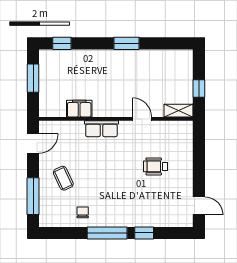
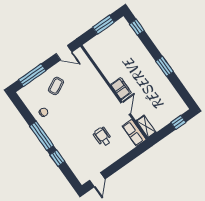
window: (199, 89) -> (178, 122), moved
filing cabinet: (79, 109) -> (121, 89), moved
row of seats: (101, 129) -> (134, 133), moved

